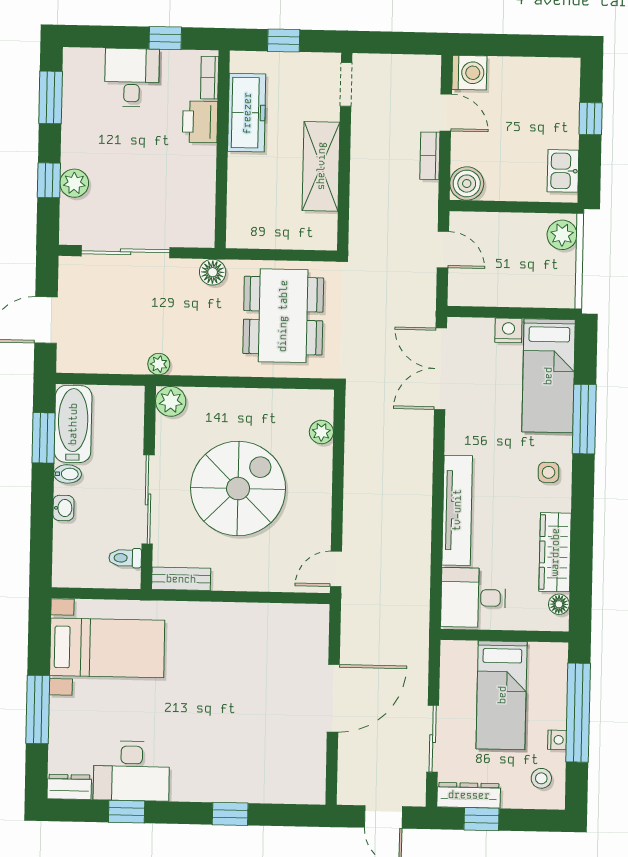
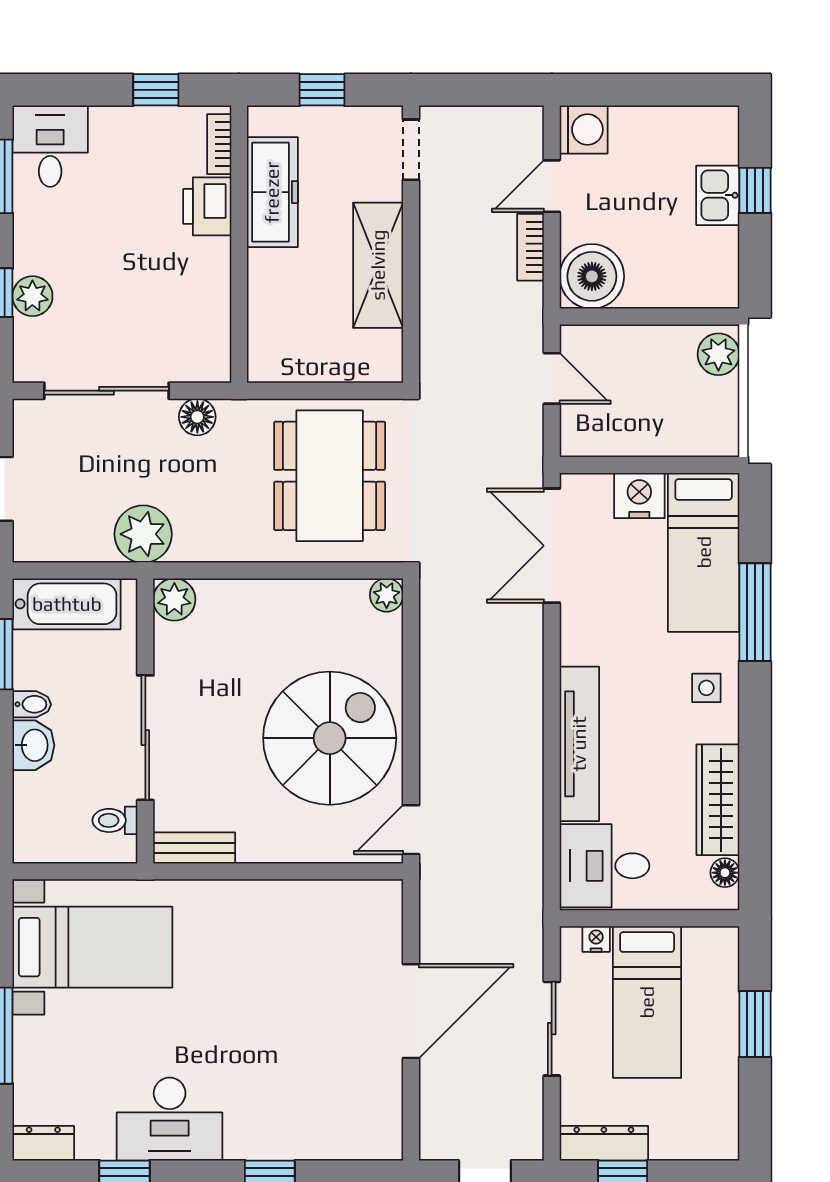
desk: (132, 77) -> (50, 146), moved
door: (446, 113) -> (552, 186), swing flipped
kitchen sink: (563, 171) -> (718, 195), moved
boiler: (467, 184) -> (592, 276), width x1.37, depth x1.37
floor lamp: (213, 272) -> (197, 417), moved
nightstand: (508, 330) -> (639, 495), width x1.36, depth x1.33
plant: (159, 364) -> (143, 534), width x1.88, depth x1.88
bathtub: (73, 424) -> (67, 604), moved, turned 90
plant: (321, 432) -> (387, 595), moved
spiral stairs: (238, 489) -> (330, 738), moved
washbasin: (63, 508) -> (33, 745), width x1.38, depth x1.45
window: (578, 713) -> (755, 1024), width x0.47
sliding door: (433, 739) -> (552, 1029), moved
nightstand: (557, 740) -> (596, 939), moved, turned -90
desk: (131, 771) -> (170, 1119), moved
stool: (541, 778) -> (705, 1117), removed

